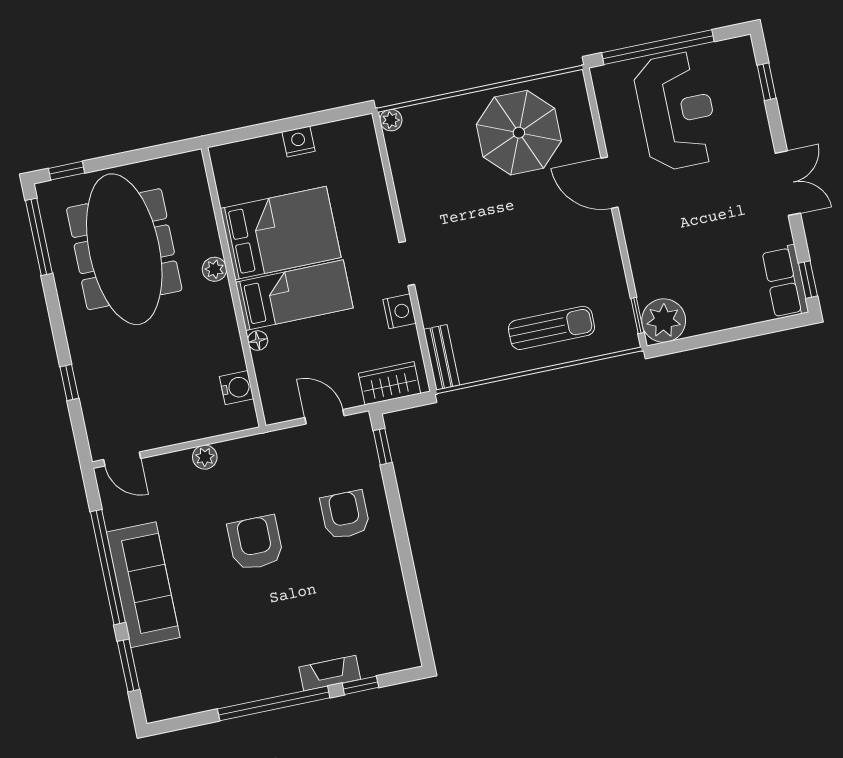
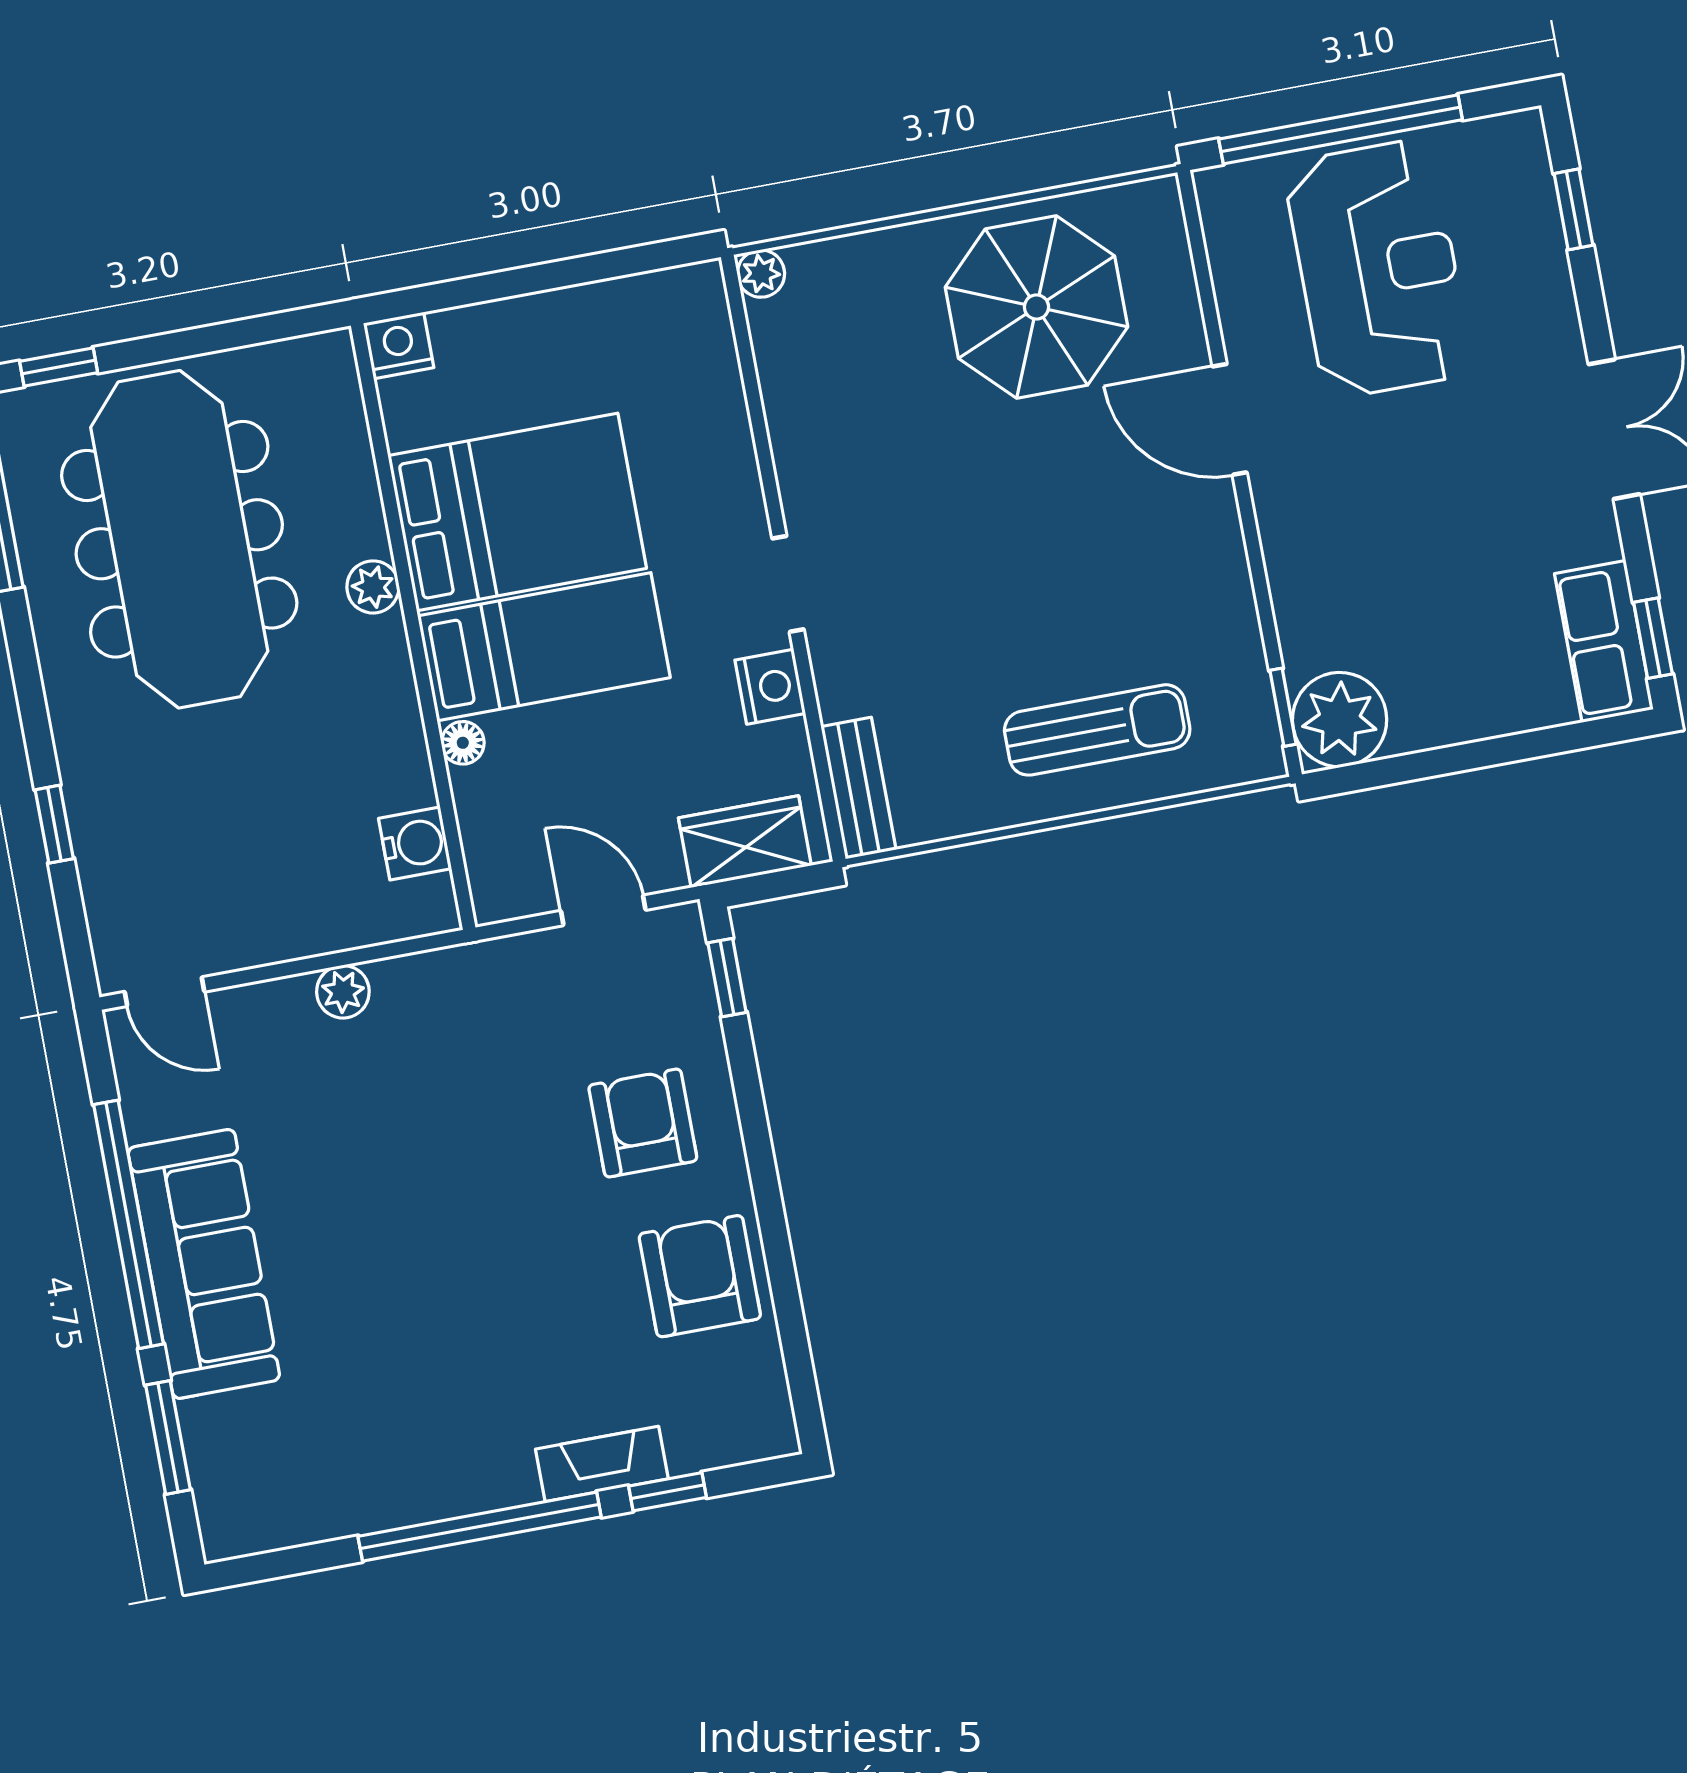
nightstand: (299, 142) -> (399, 345), moved
armchair: (255, 543) -> (700, 1276), moved

